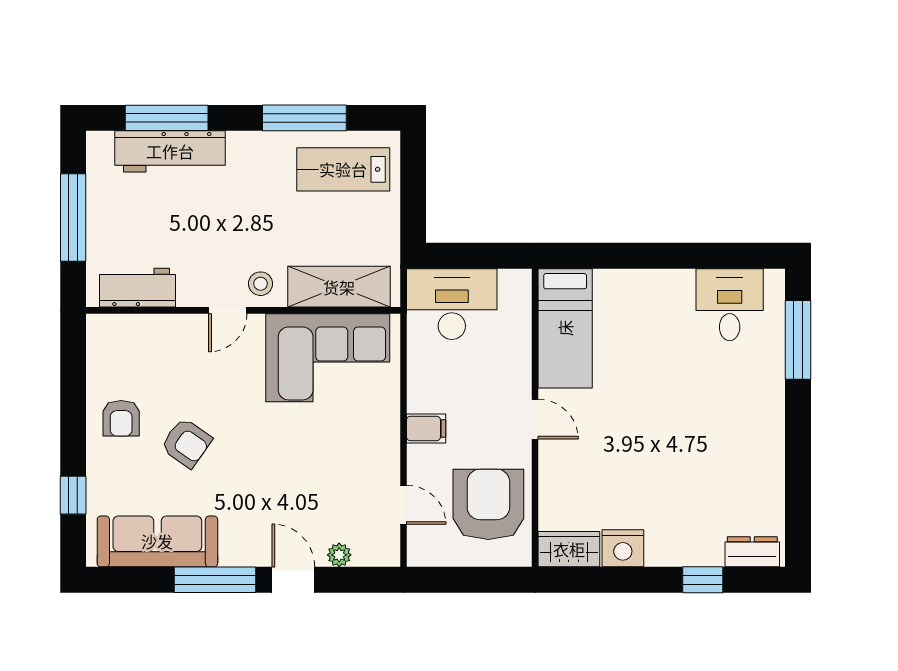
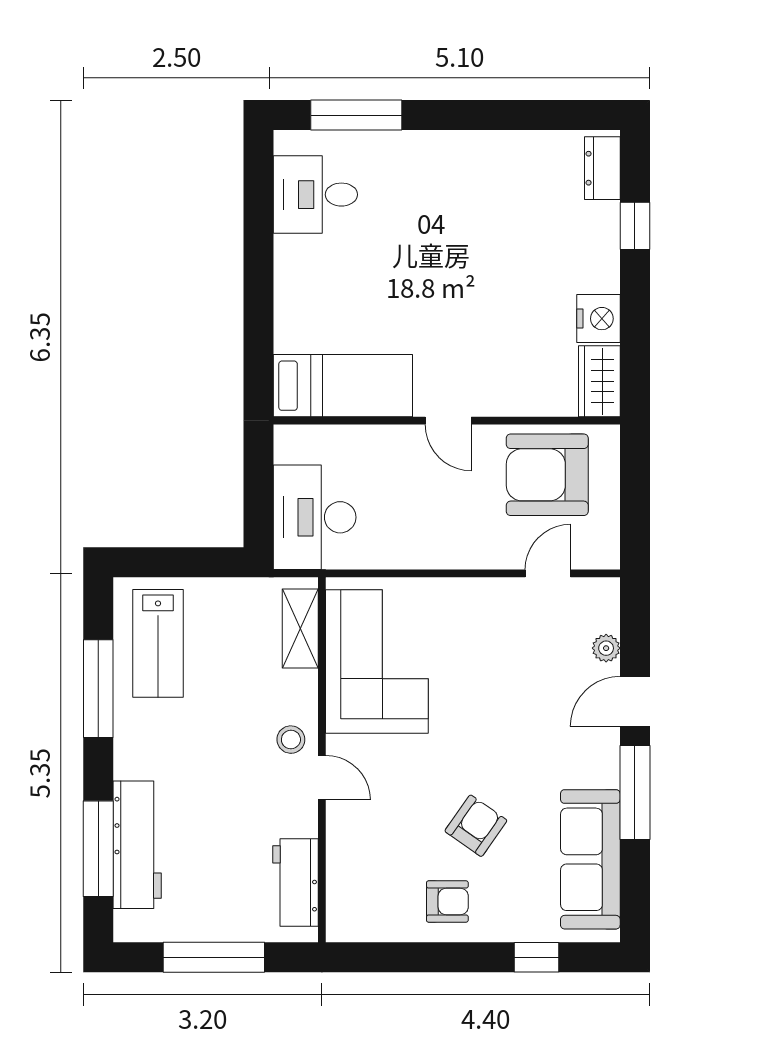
shelving: (339, 287) -> (300, 629), width x0.67, depth x0.75
door: (535, 419) -> (448, 421), swing flipped
filing cabinet: (426, 428) -> (459, 547), removed

